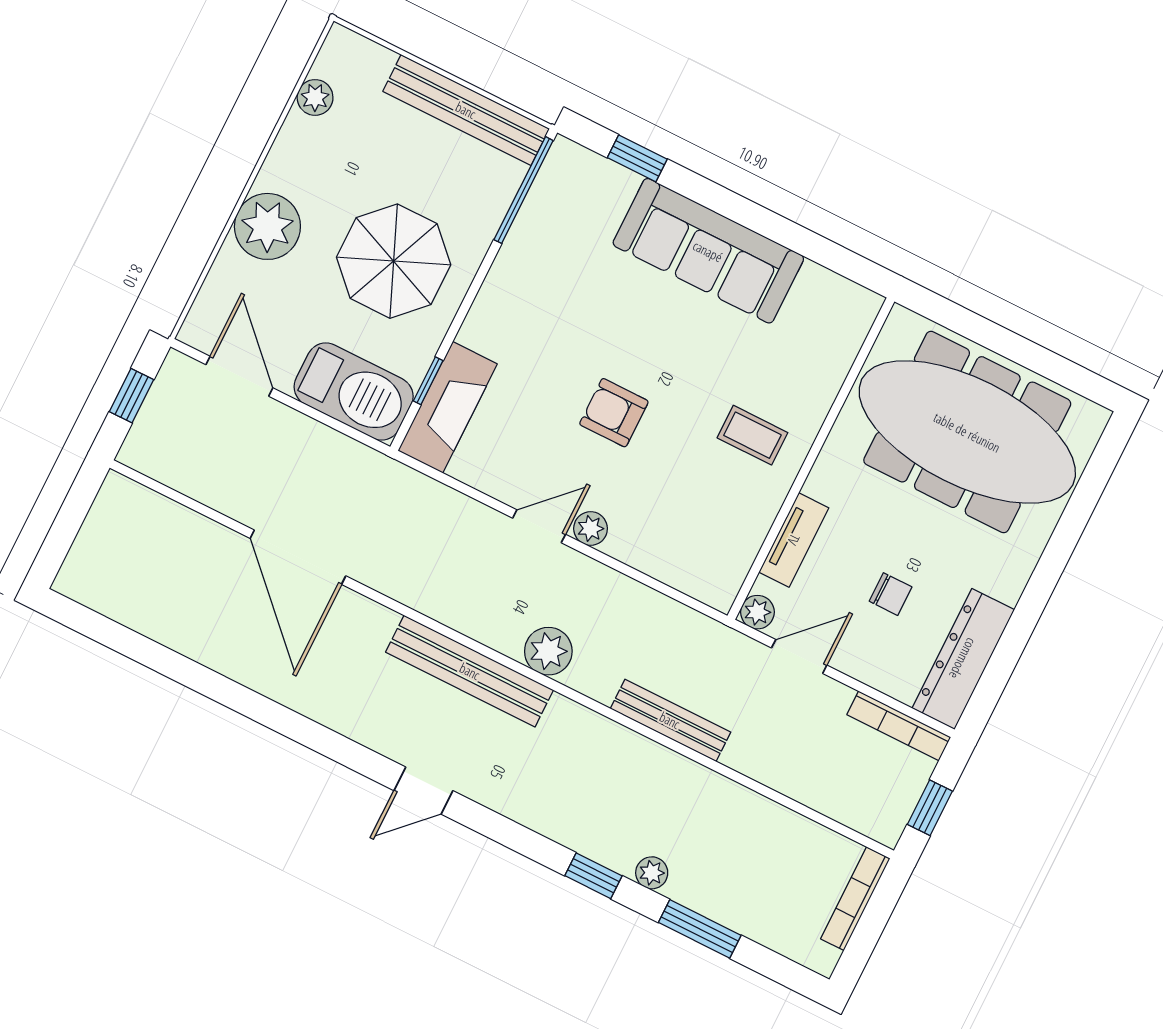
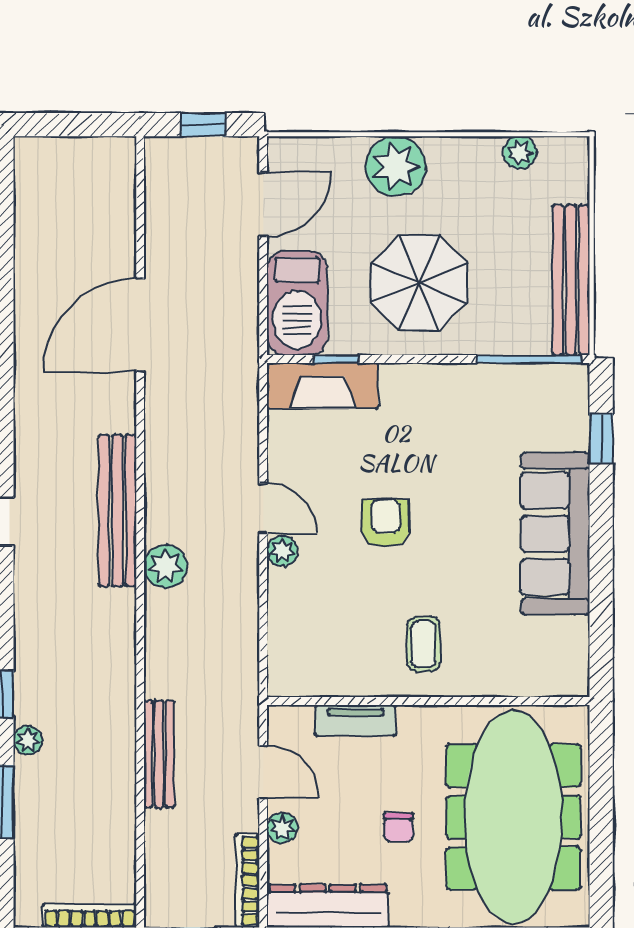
chair: (891, 594) -> (398, 827), moved
plant: (757, 612) -> (282, 828), moved
bench: (670, 720) -> (159, 754), moved

